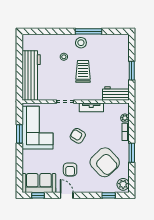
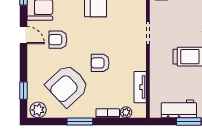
workbench: (116, 93) -> (179, 109), moved, turned -90
tv unit: (91, 107) -> (140, 87), moved
armchair: (78, 136) -> (100, 63), moved, turned -121
door: (67, 195) -> (23, 35), hinge flipped

